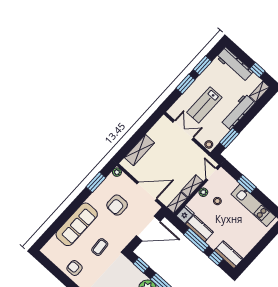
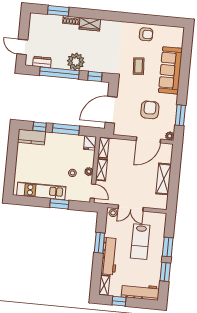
lab bench: (204, 105) -> (140, 242), turned 180
double door: (183, 130) -> (131, 208), moved
window: (229, 138) -> (99, 243), moved
shelving: (140, 150) -> (164, 179), moved
door: (147, 191) -> (148, 140), moved
kitchen counter: (199, 228) -> (70, 141), removed

